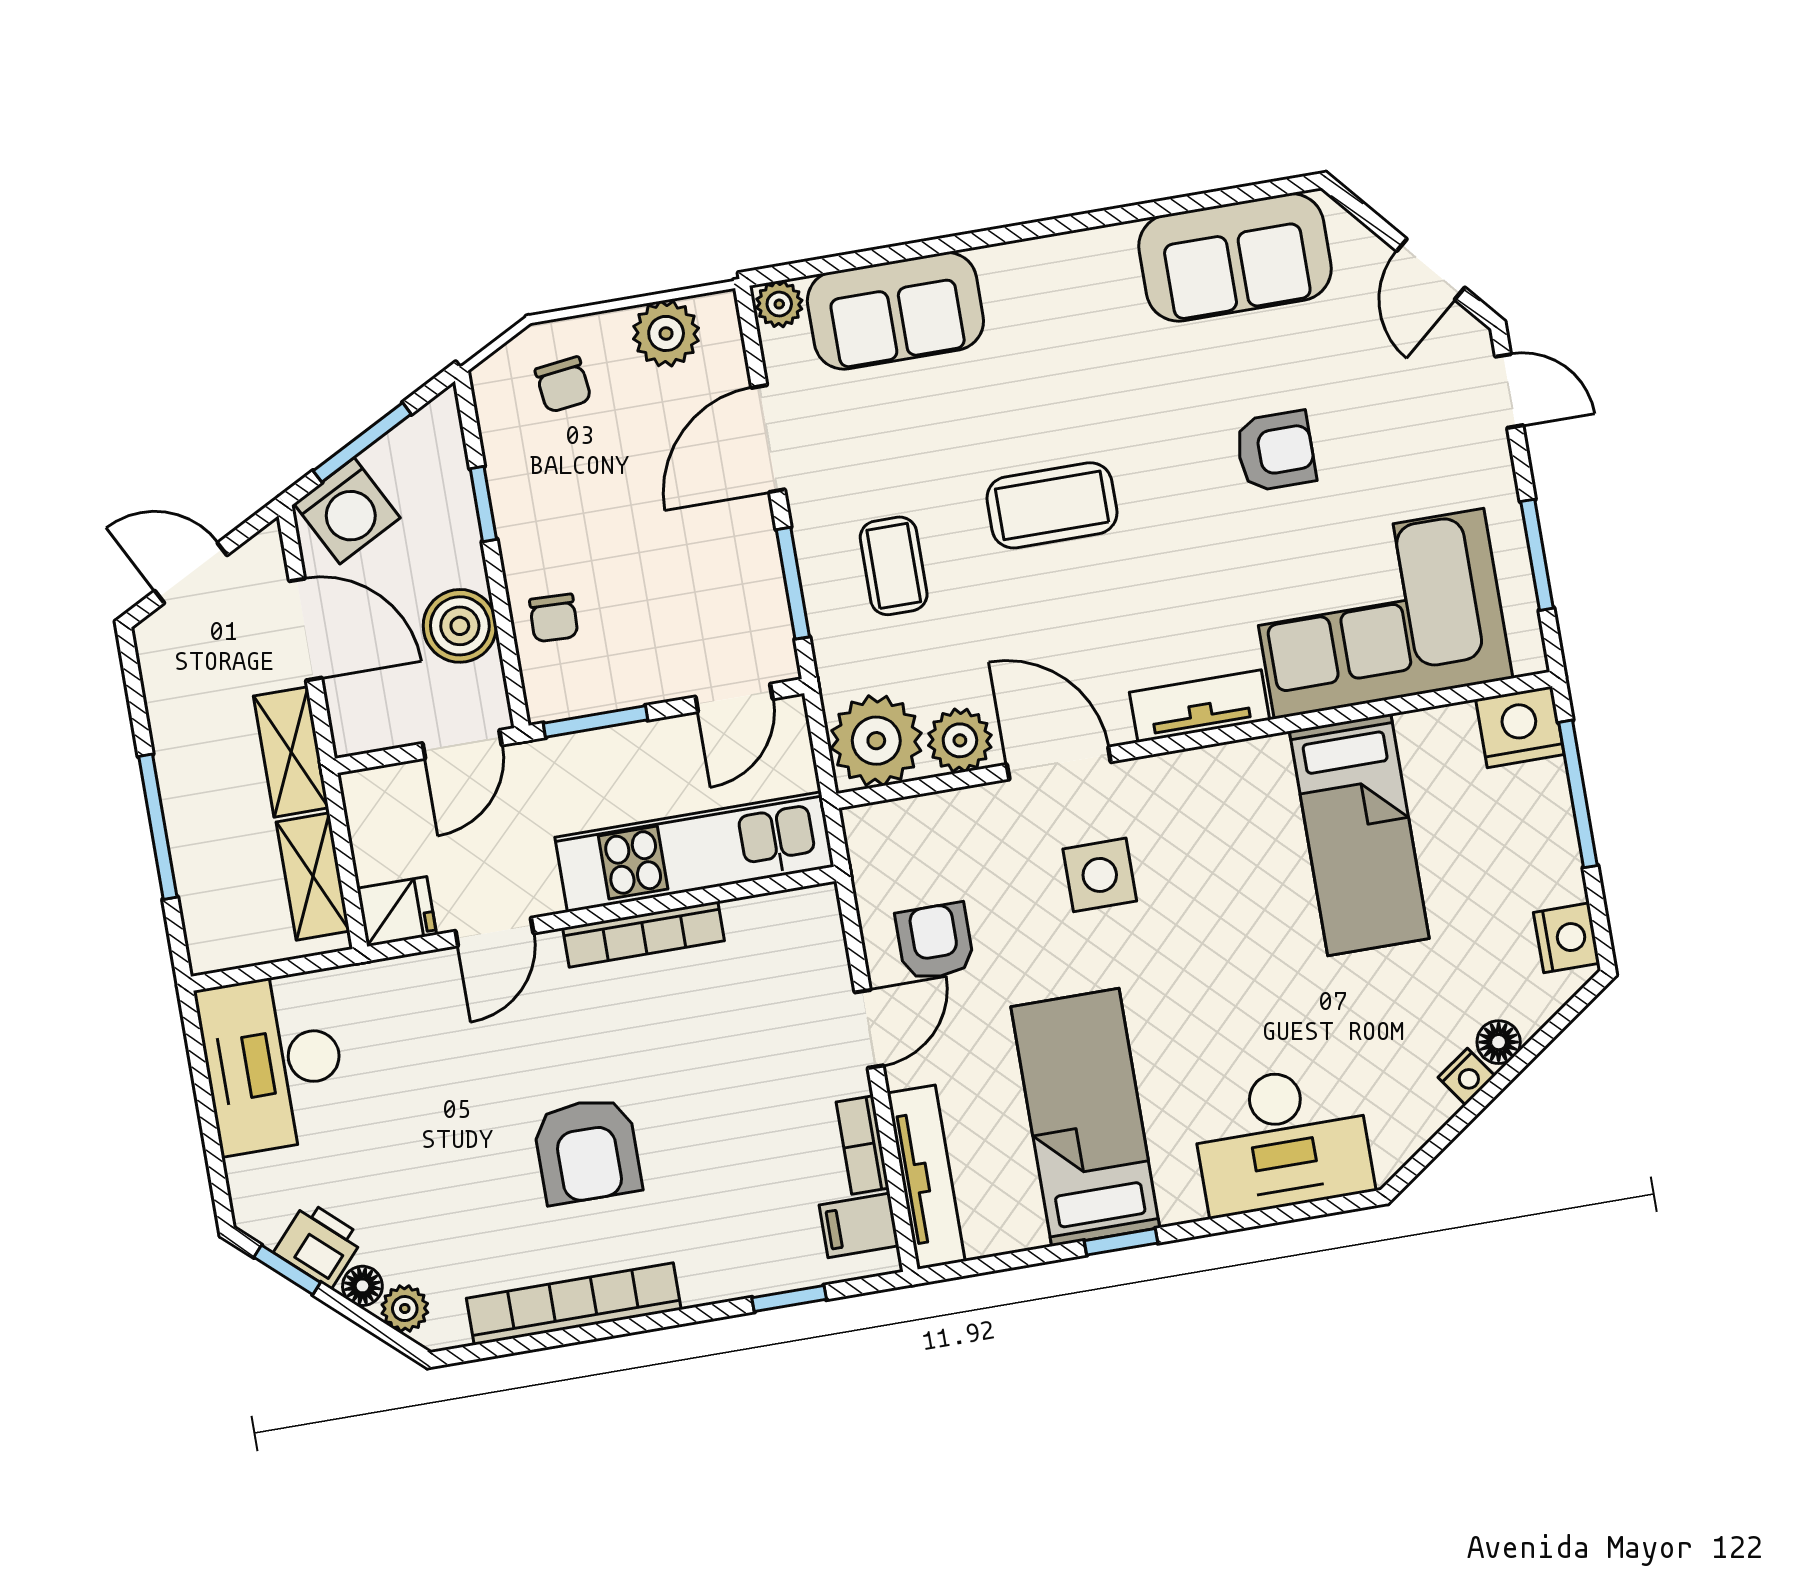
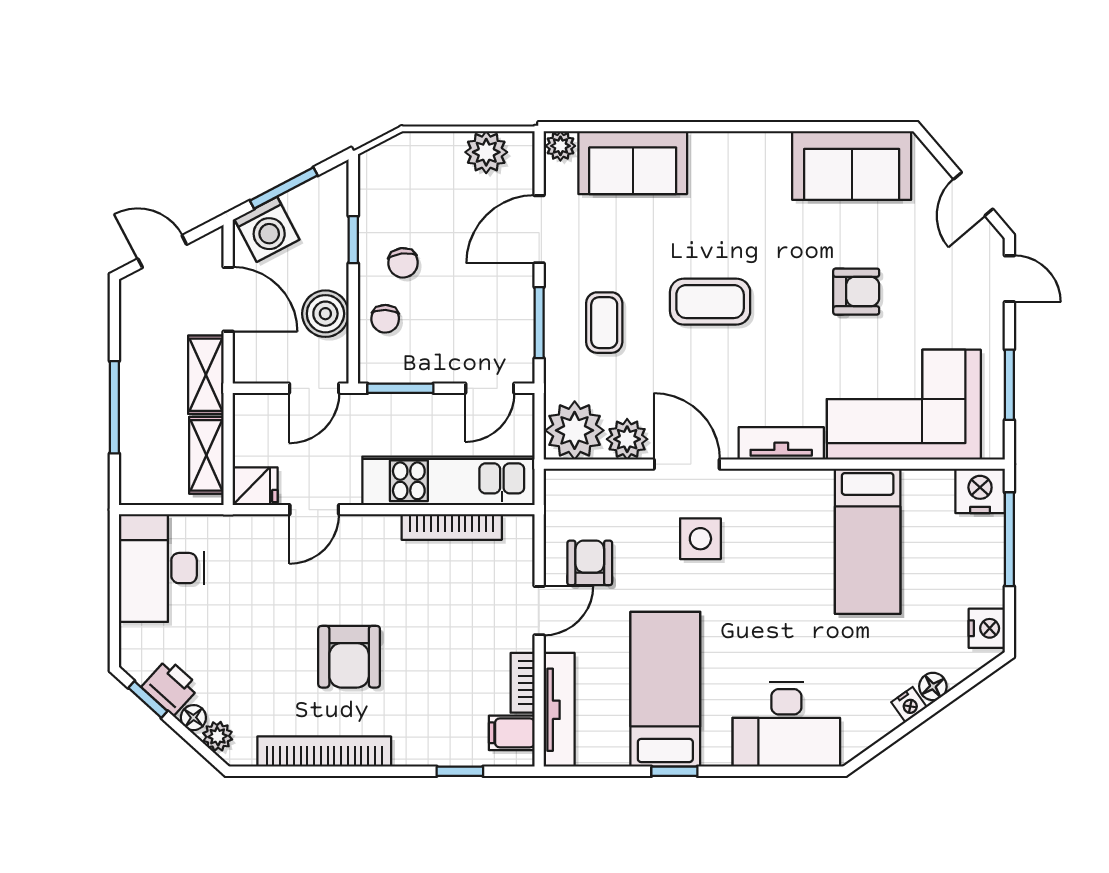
chair: (563, 385) -> (403, 263), moved
bookcase: (644, 934) -> (452, 527), moved

